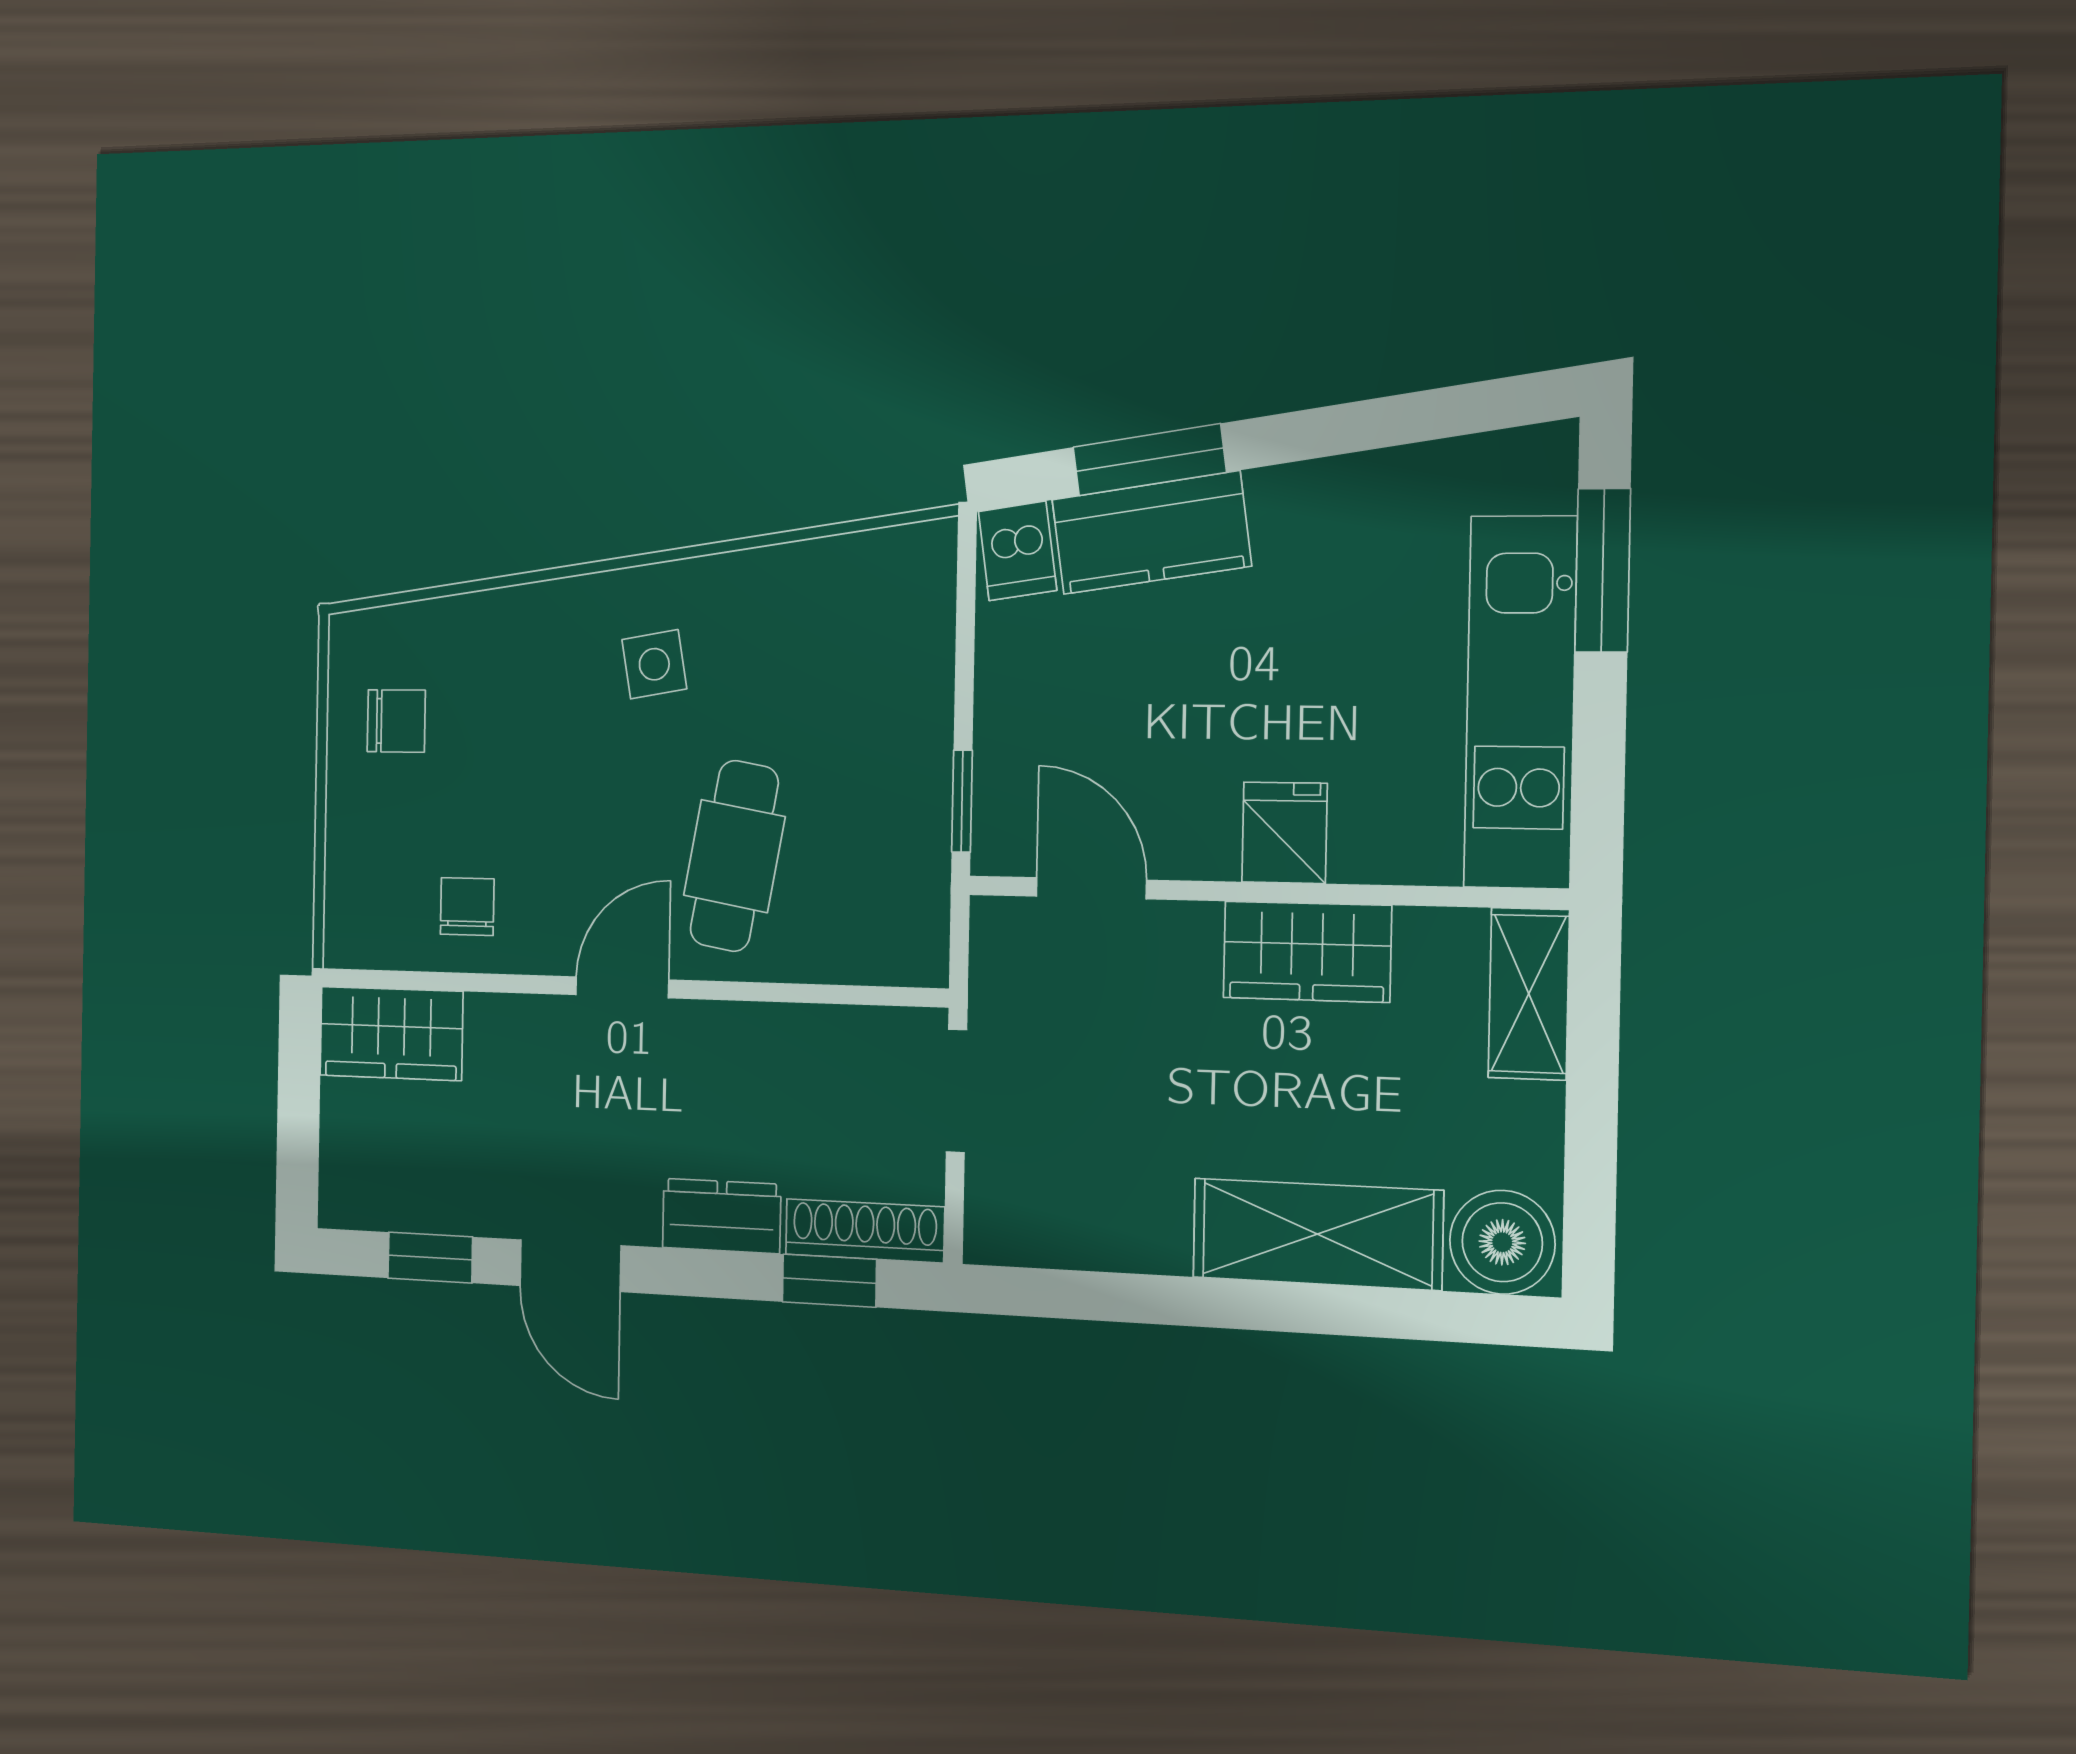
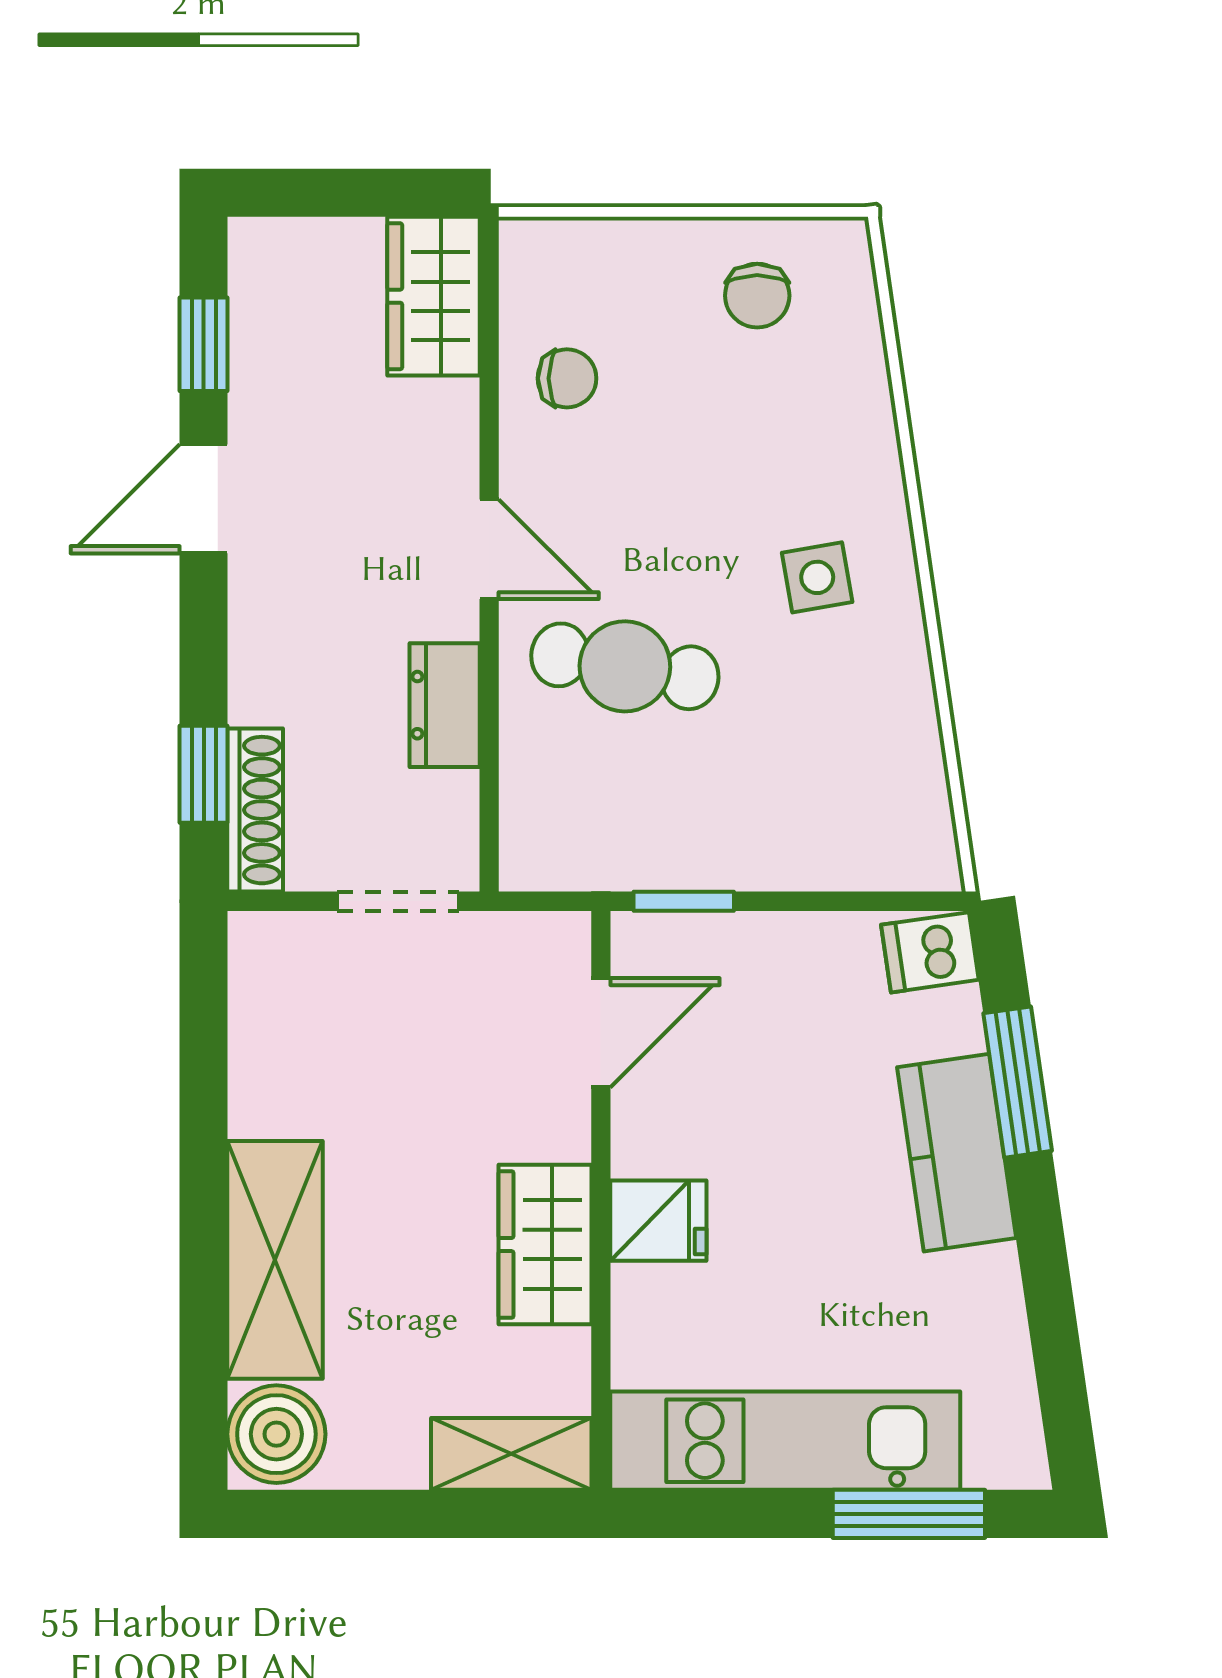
kitchen counter: (1151, 533) -> (957, 1153), moved
dresser: (721, 1216) -> (445, 705), moved, turned 180

